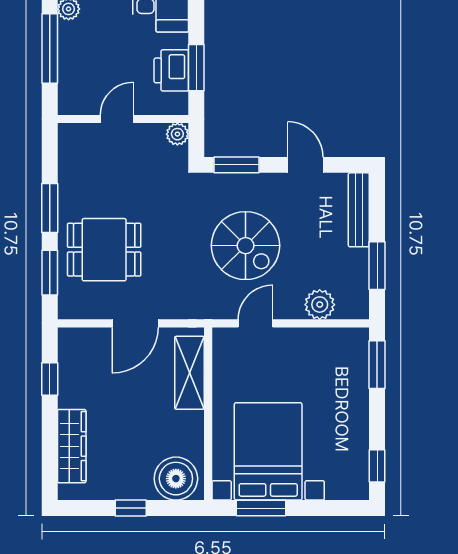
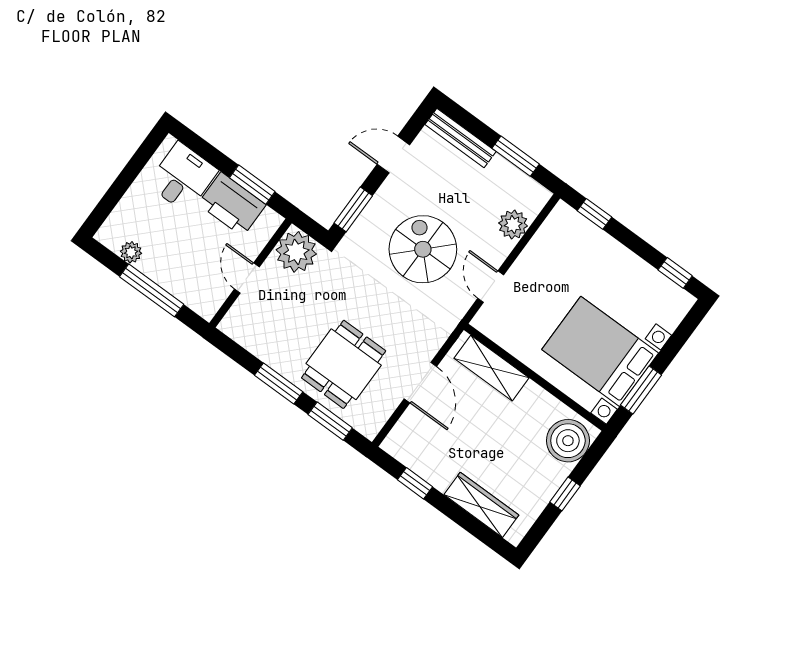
printer: (171, 70) -> (232, 204), width x1.37, depth x1.19
plant: (177, 134) -> (296, 252), width x1.88, depth x1.88
spiral stairs: (246, 246) -> (423, 249), turned -90
window: (377, 365) -> (594, 214), width x0.67

